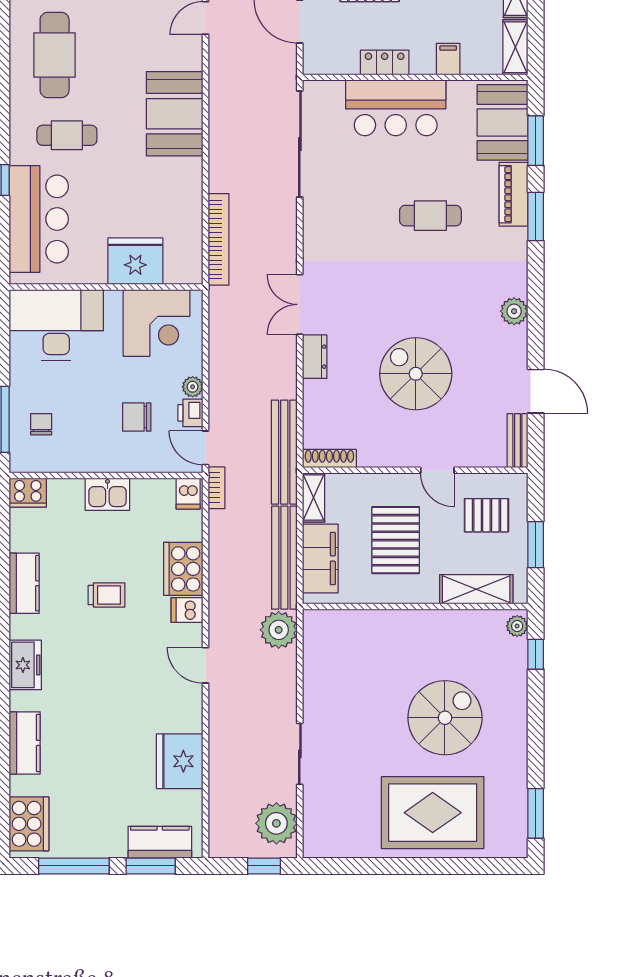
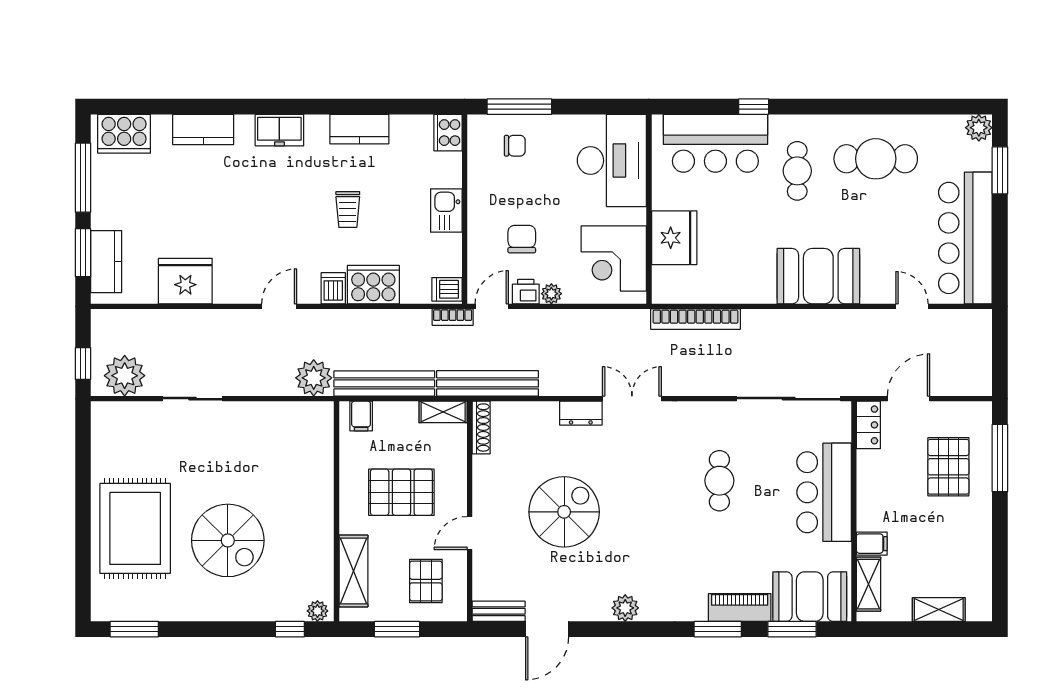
shelving: (515, 47) -> (869, 584), moved, turned 90
locker: (385, 62) -> (868, 425), moved
cafe table: (430, 216) -> (719, 481), moved
filing cabinet: (320, 559) -> (361, 416), width x0.33, depth x0.86

